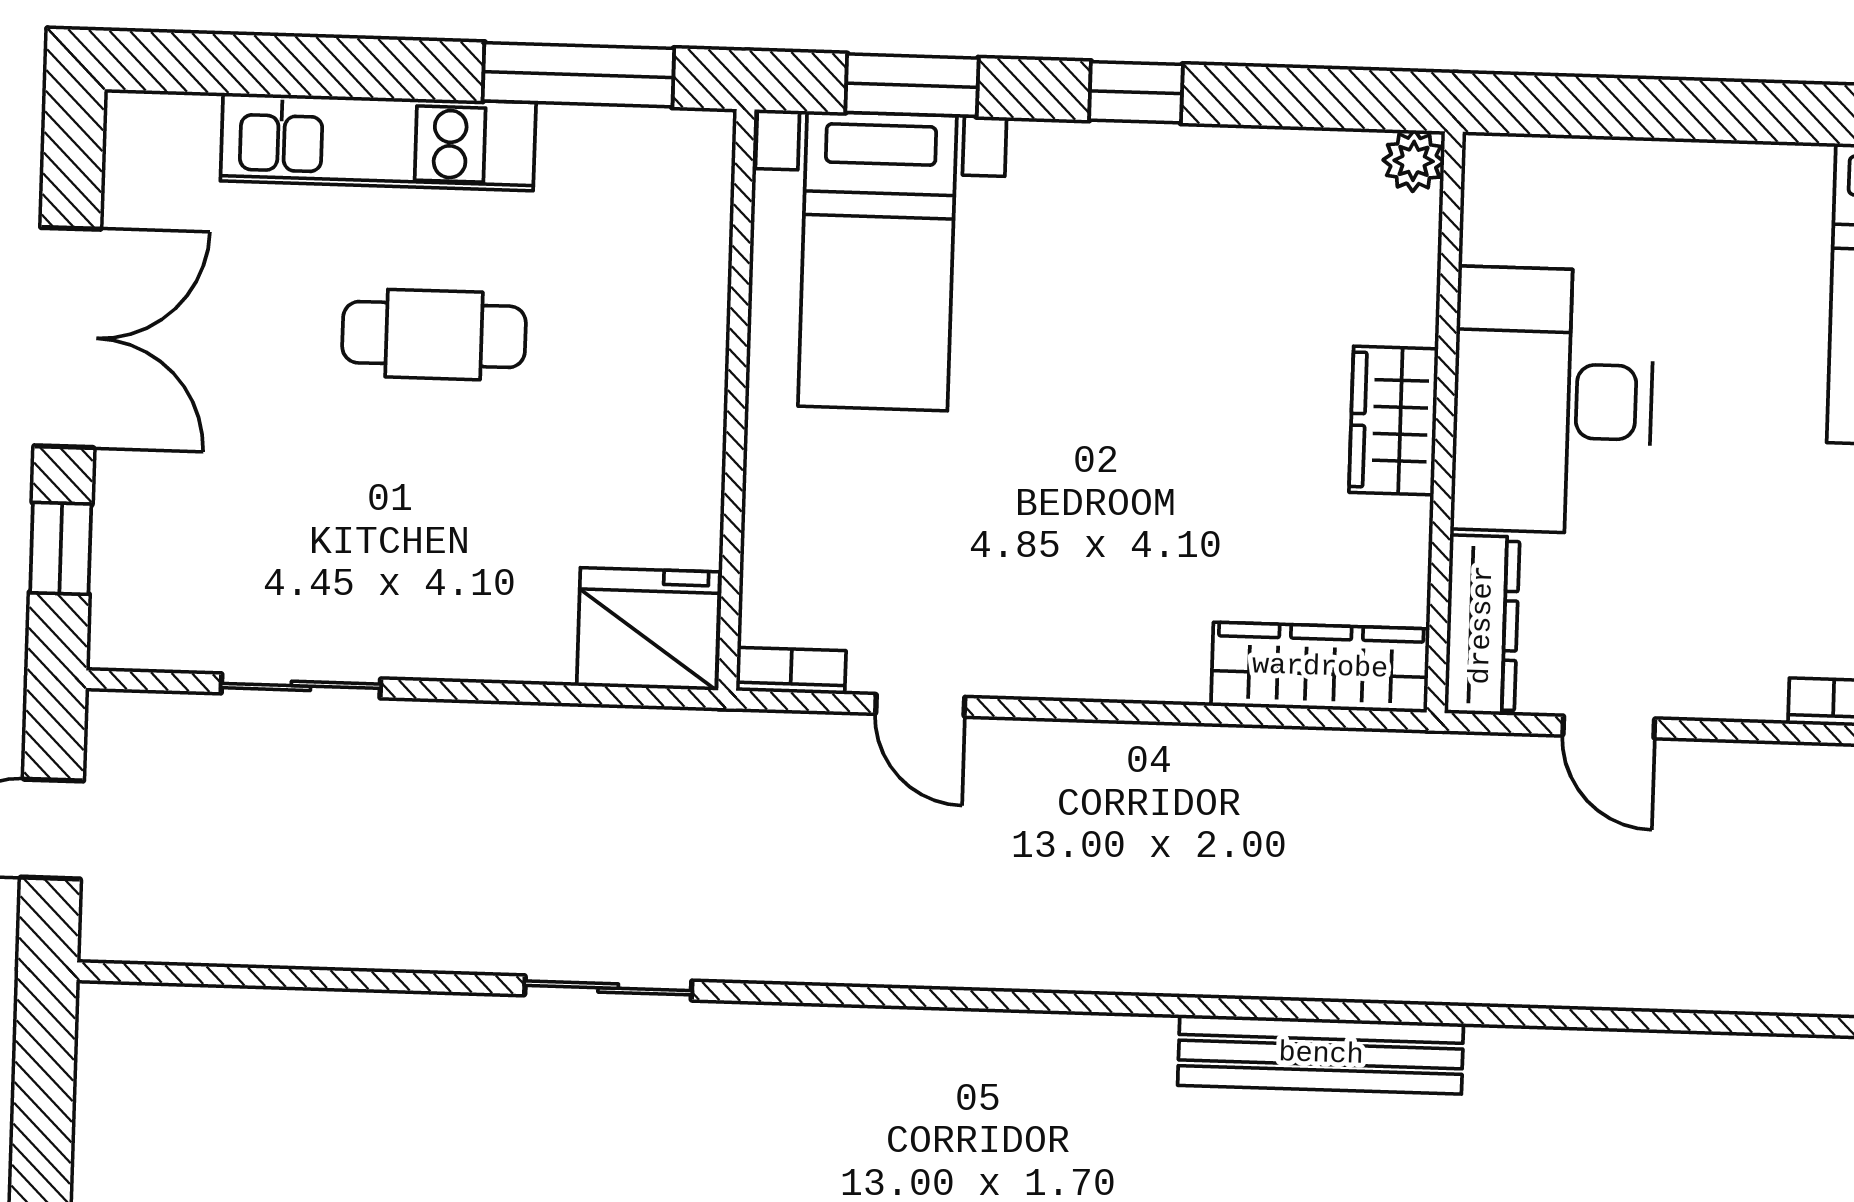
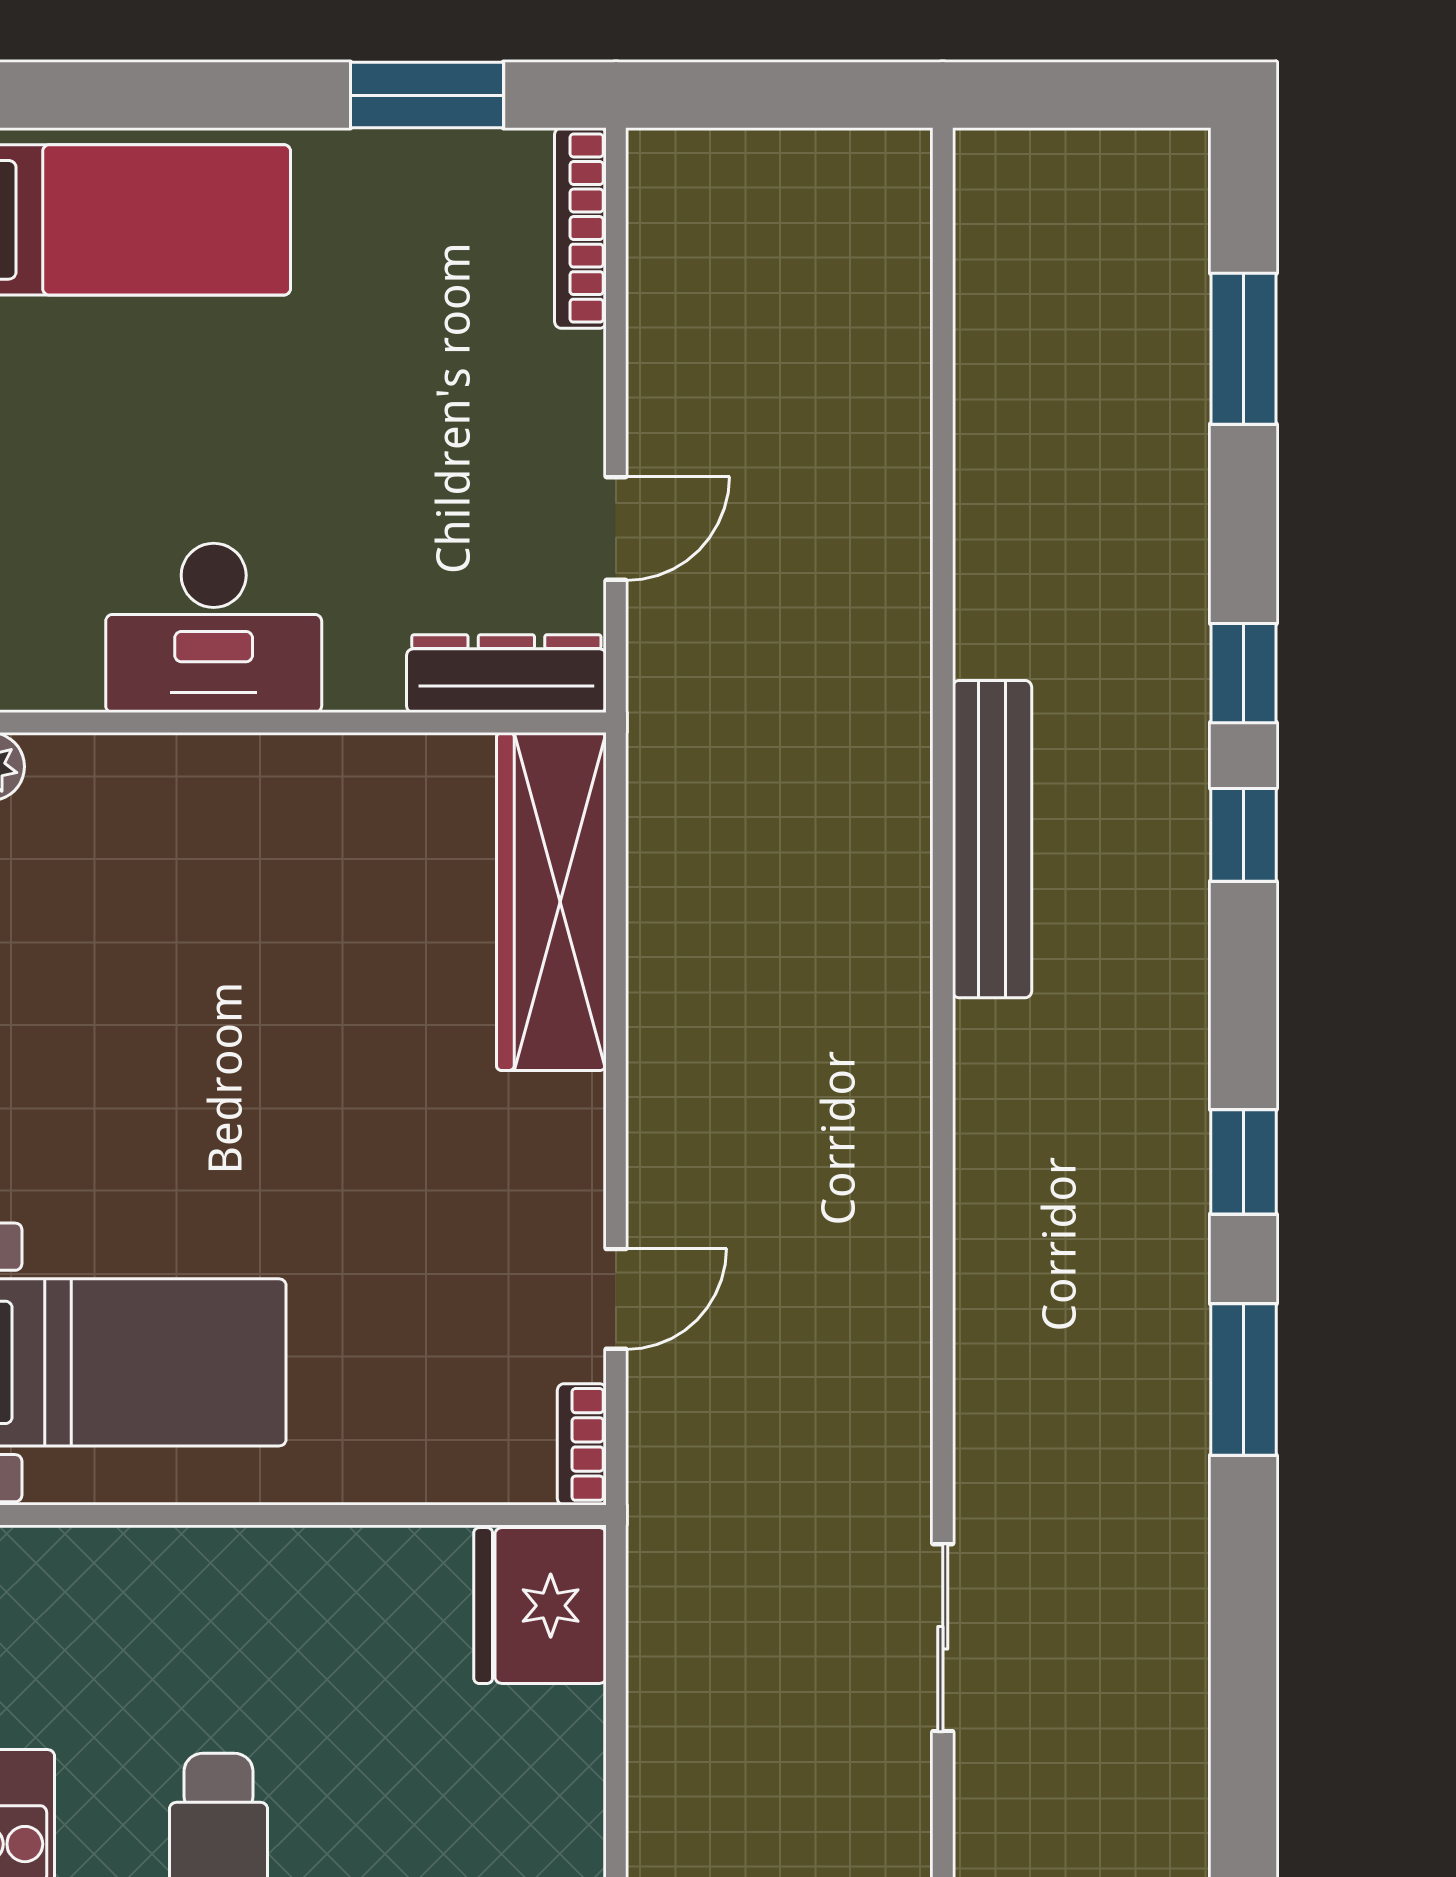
desk: (1553, 400) -> (214, 628), width x0.73, depth x0.77
wardrobe: (1394, 421) -> (281, 780), removed
wardrobe: (1320, 667) -> (551, 902), width x1.40, depth x1.17

